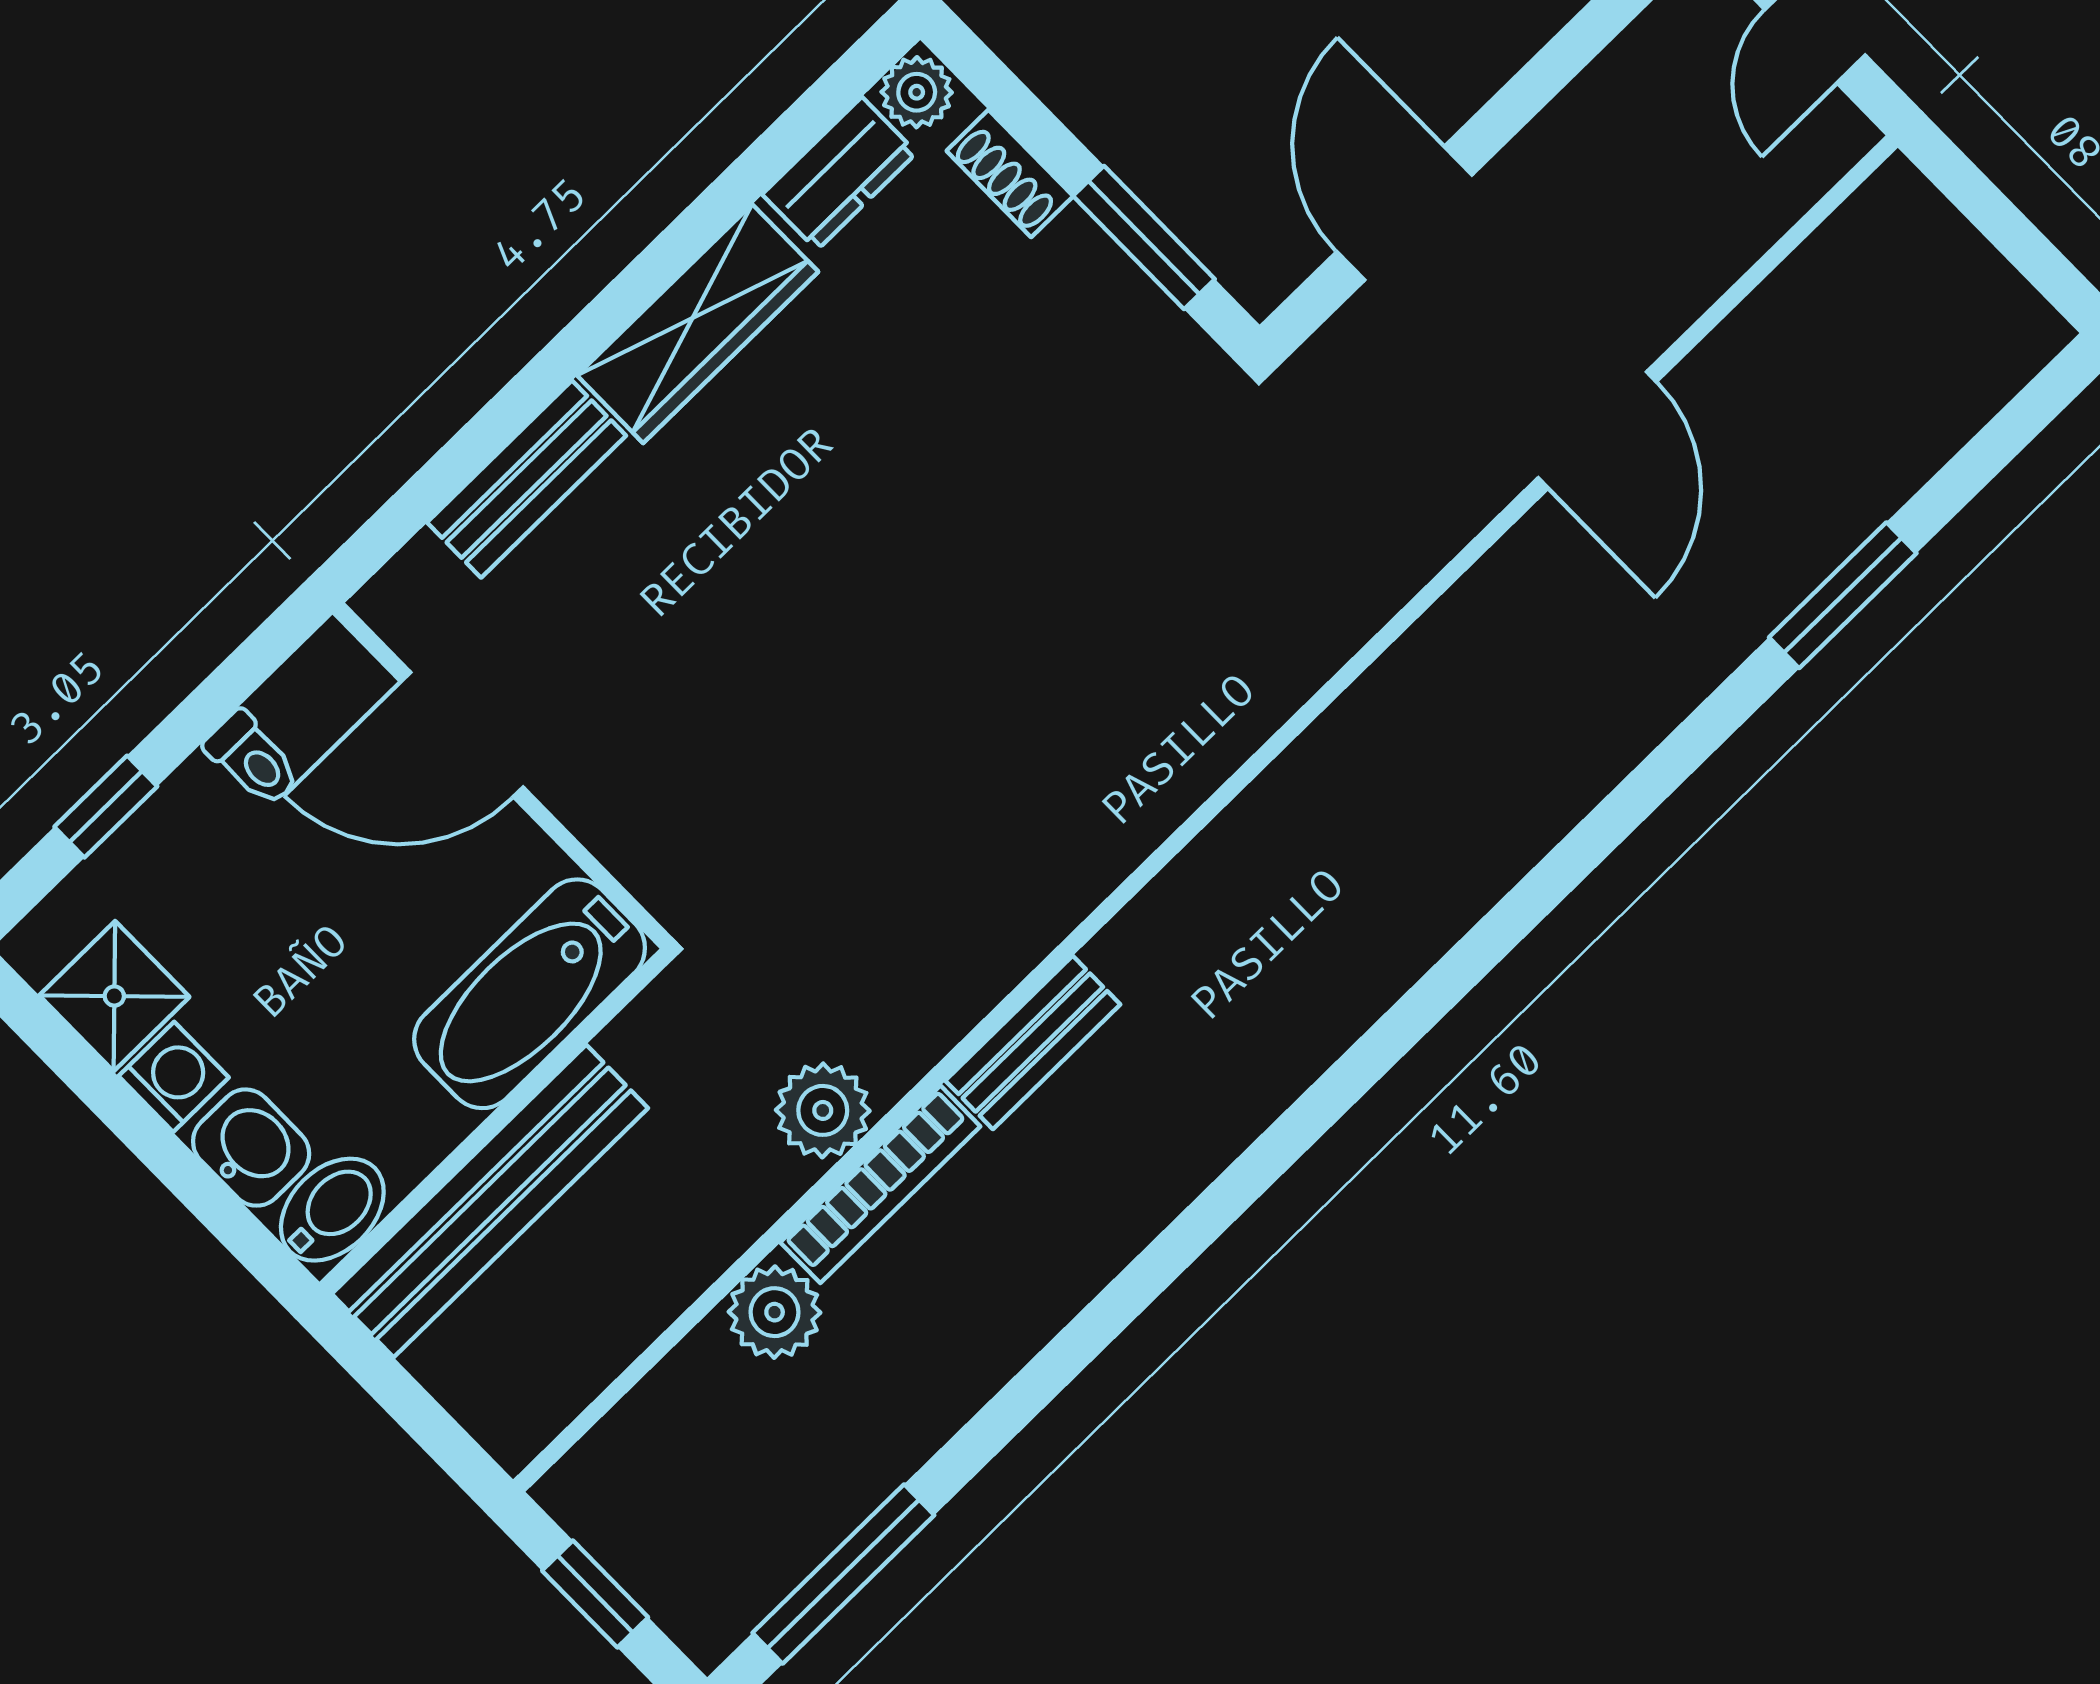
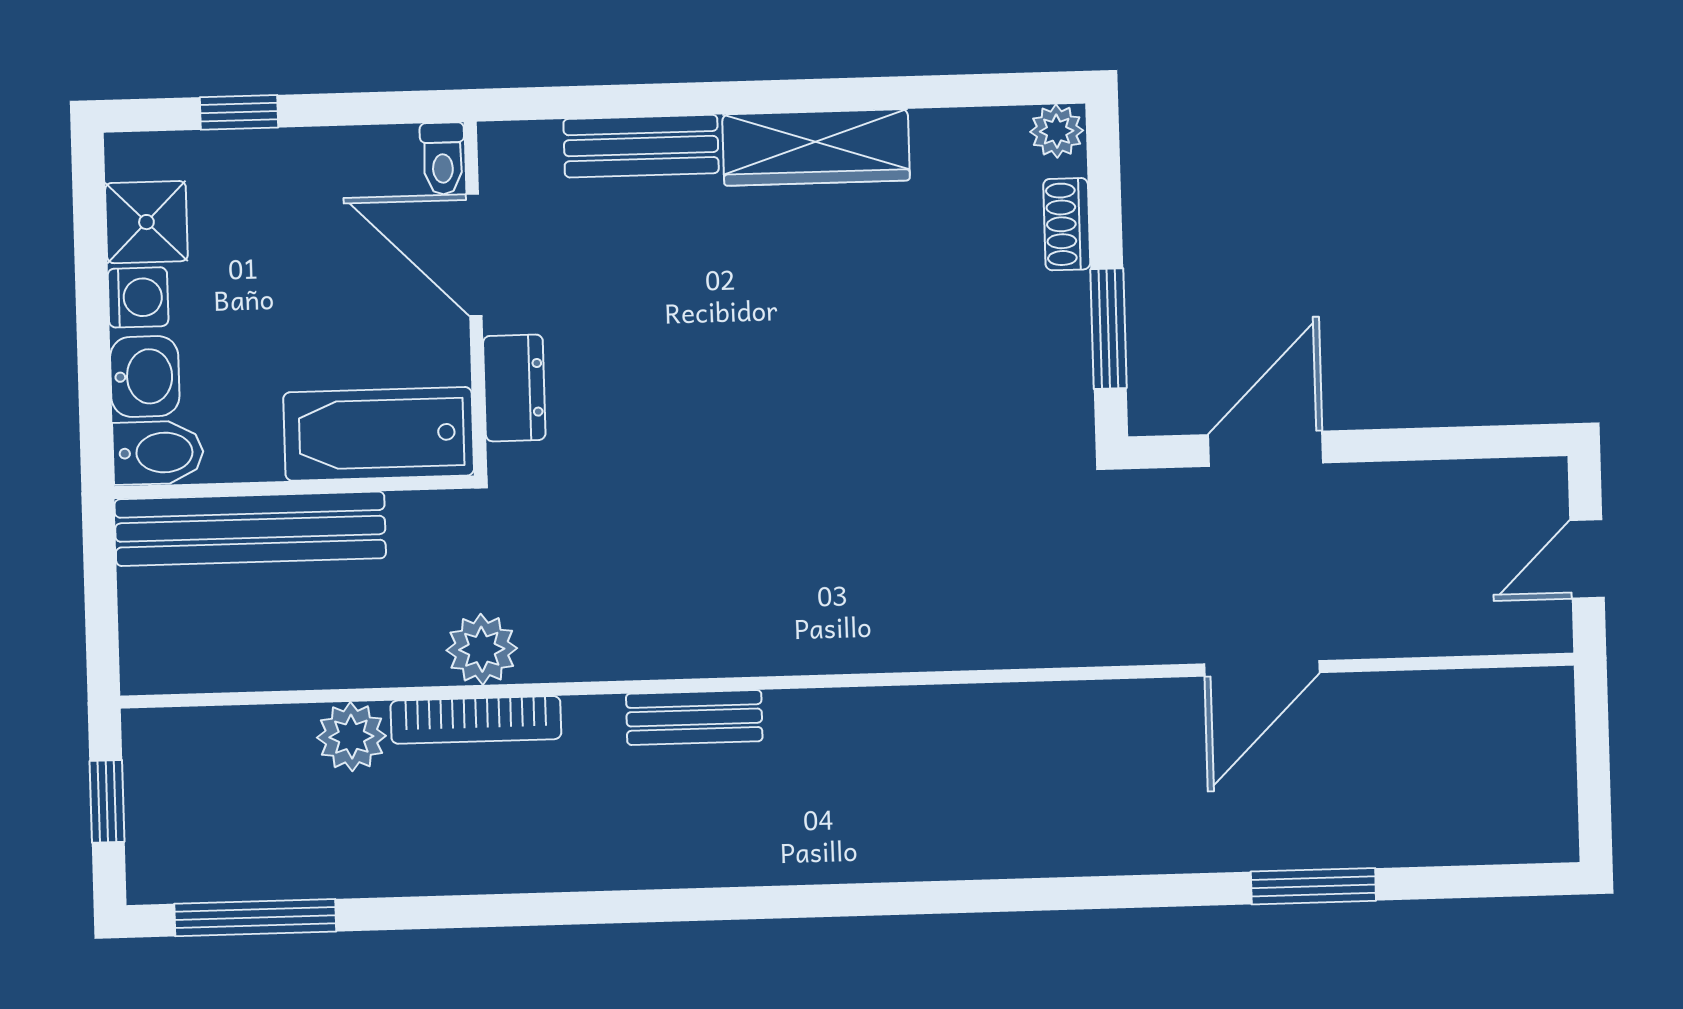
dresser: (839, 173) -> (514, 388), moved, turned -90
toilet: (253, 759) -> (443, 158), moved
bench: (1033, 1043) -> (694, 717), moved

